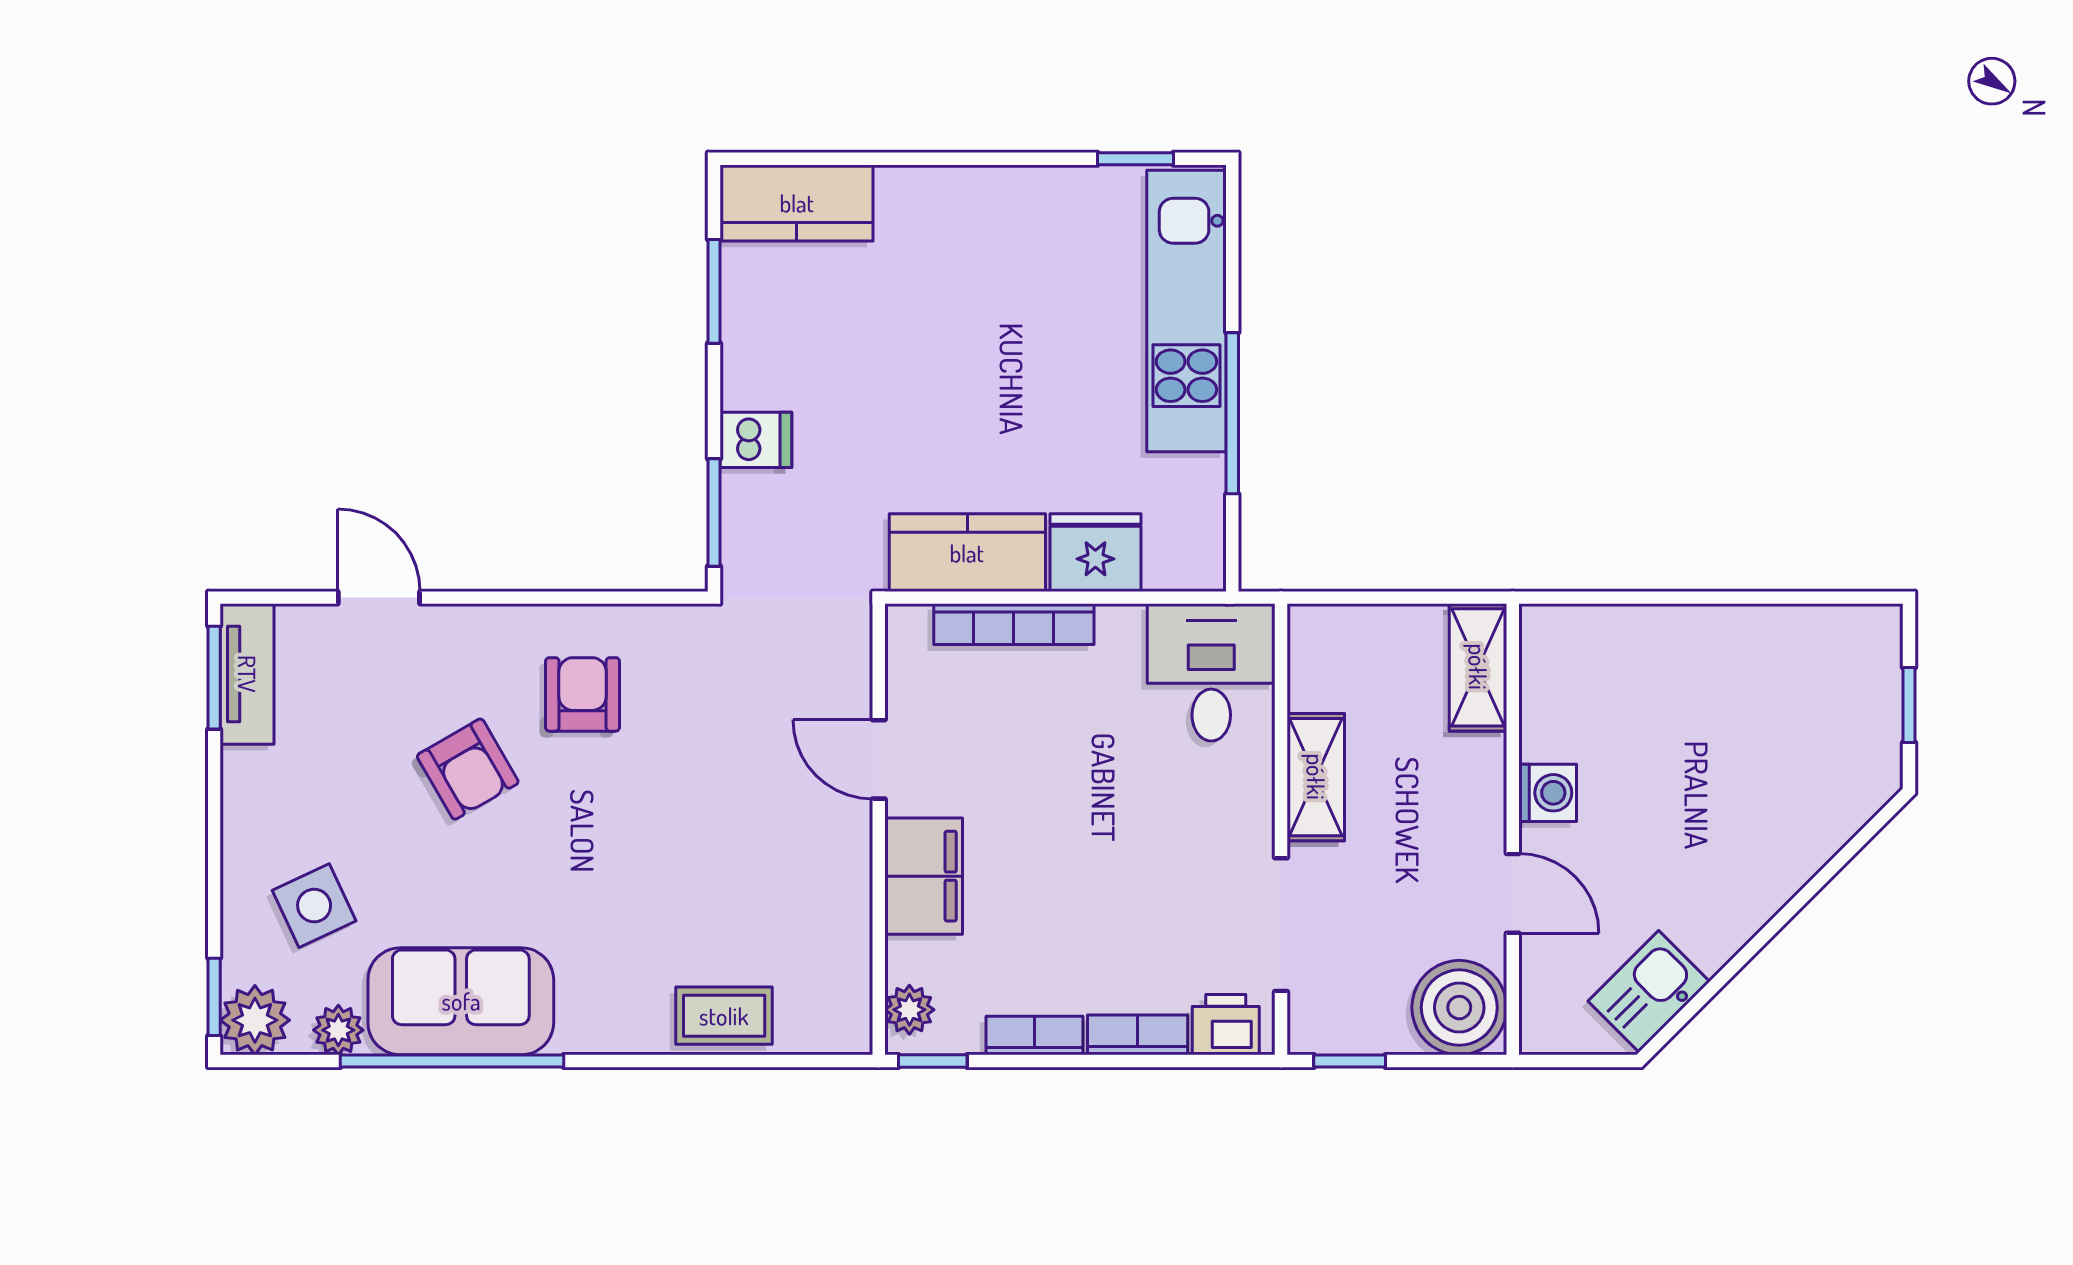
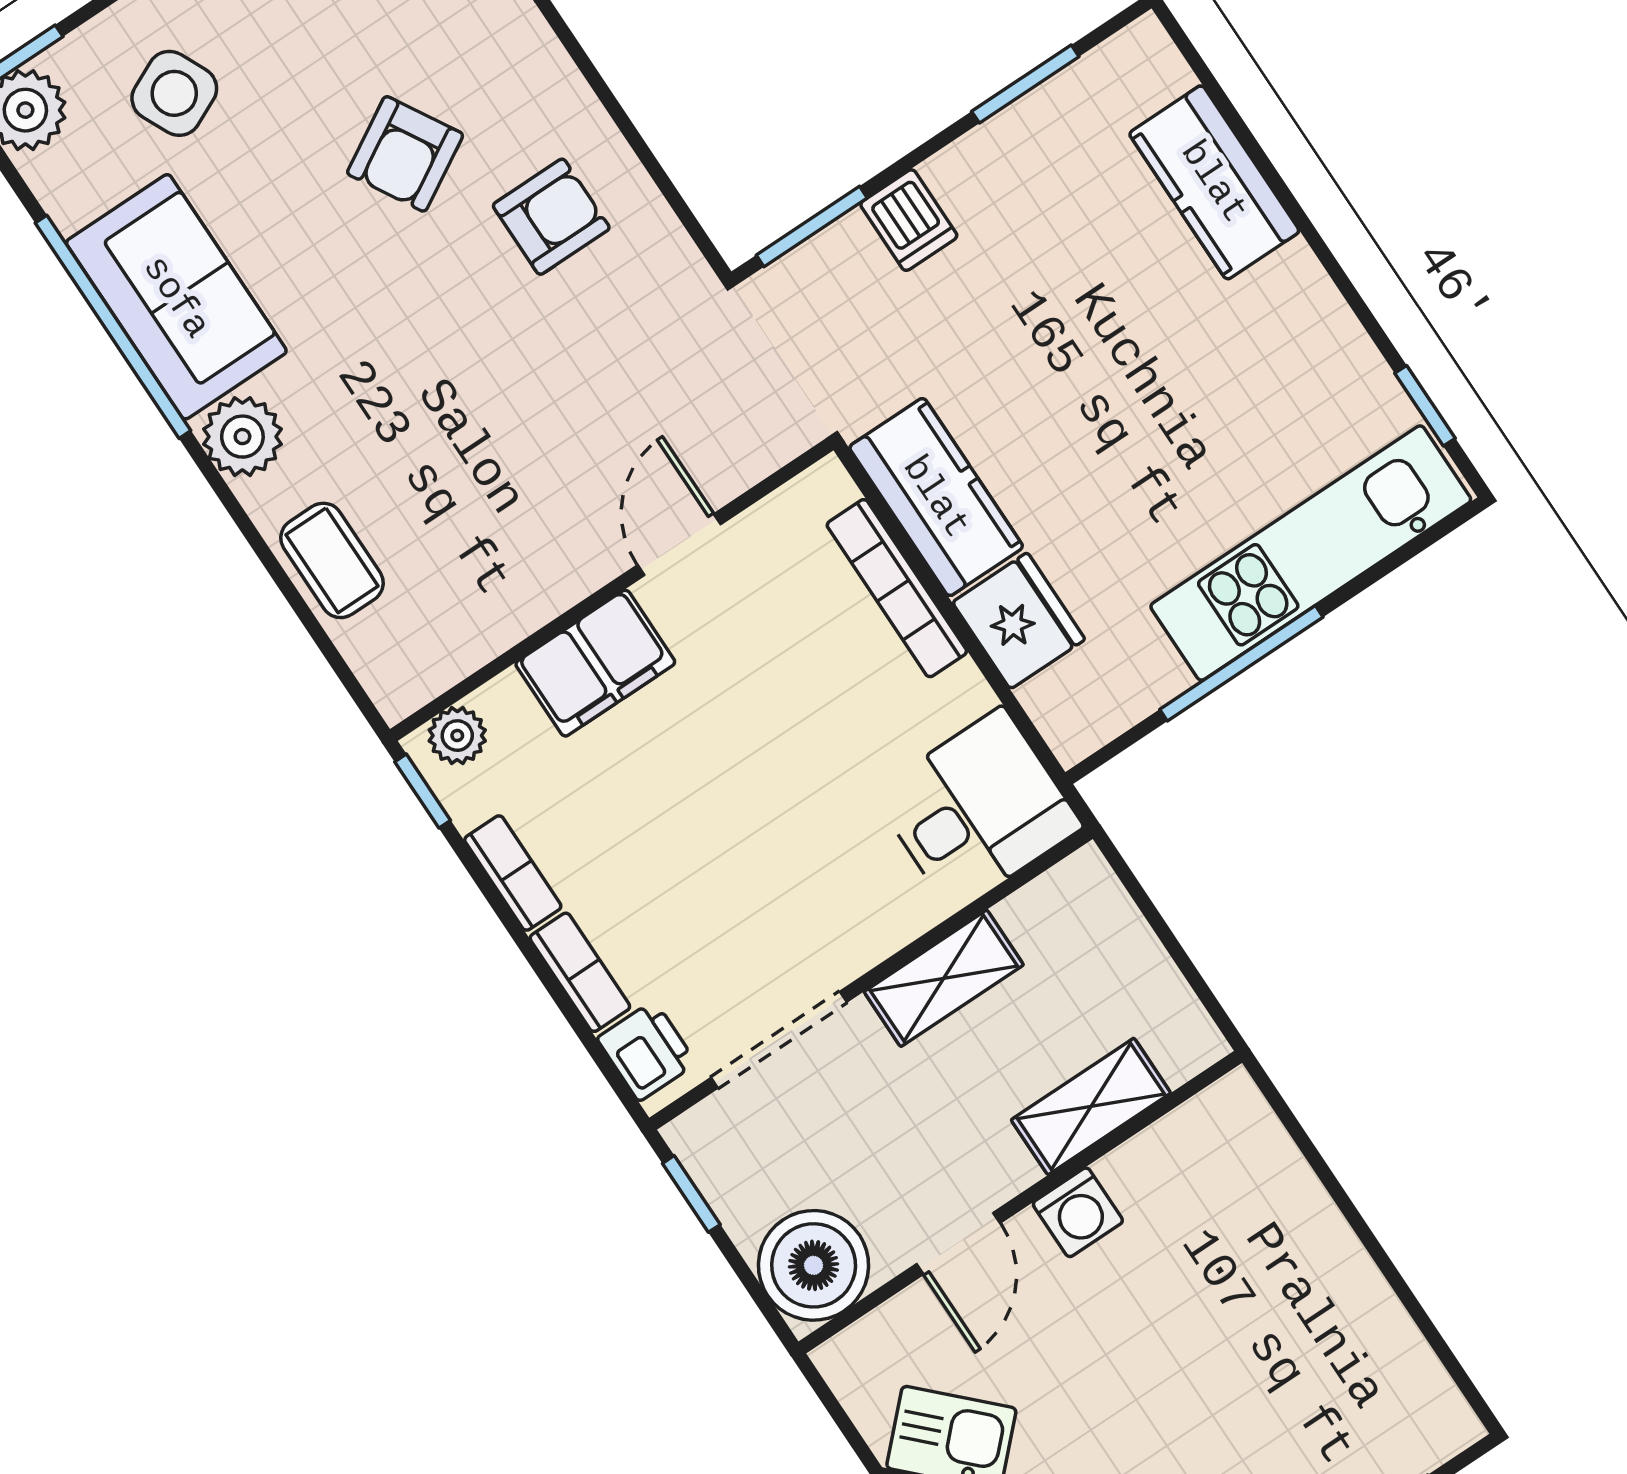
kitchen counter: (797, 203) -> (1214, 182), moved
shelving: (1478, 667) -> (1091, 1106), moved
plant: (338, 1030) -> (242, 437), moved, width x1.38, depth x1.38

